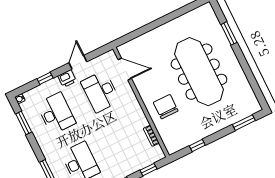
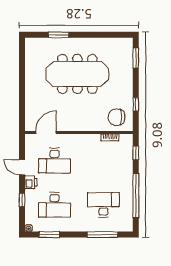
chair: (166, 107) -> (117, 117), moved
desk: (56, 113) -> (54, 205), turned 180

